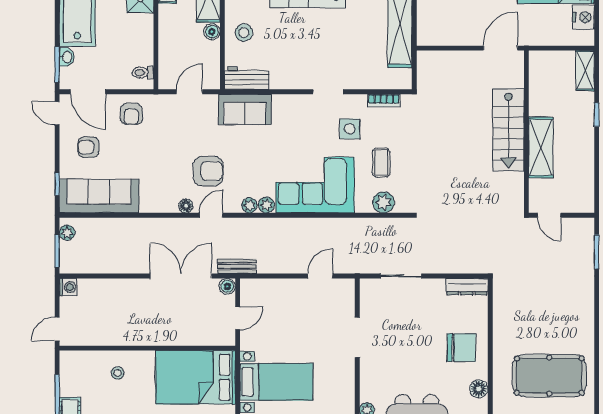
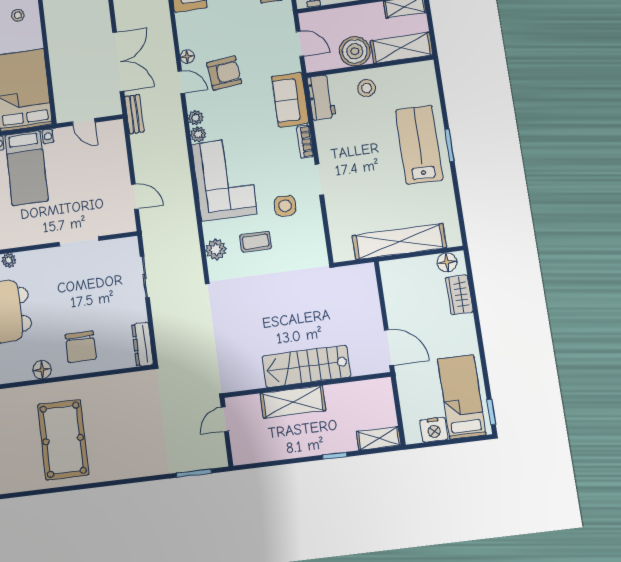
boiler: (212, 32) -> (355, 51), width x1.86, depth x1.86
bookcase: (384, 101) -> (305, 142), moved
armchair: (208, 171) -> (224, 73), turned -96
boiler: (227, 286) -> (114, 108), removed

